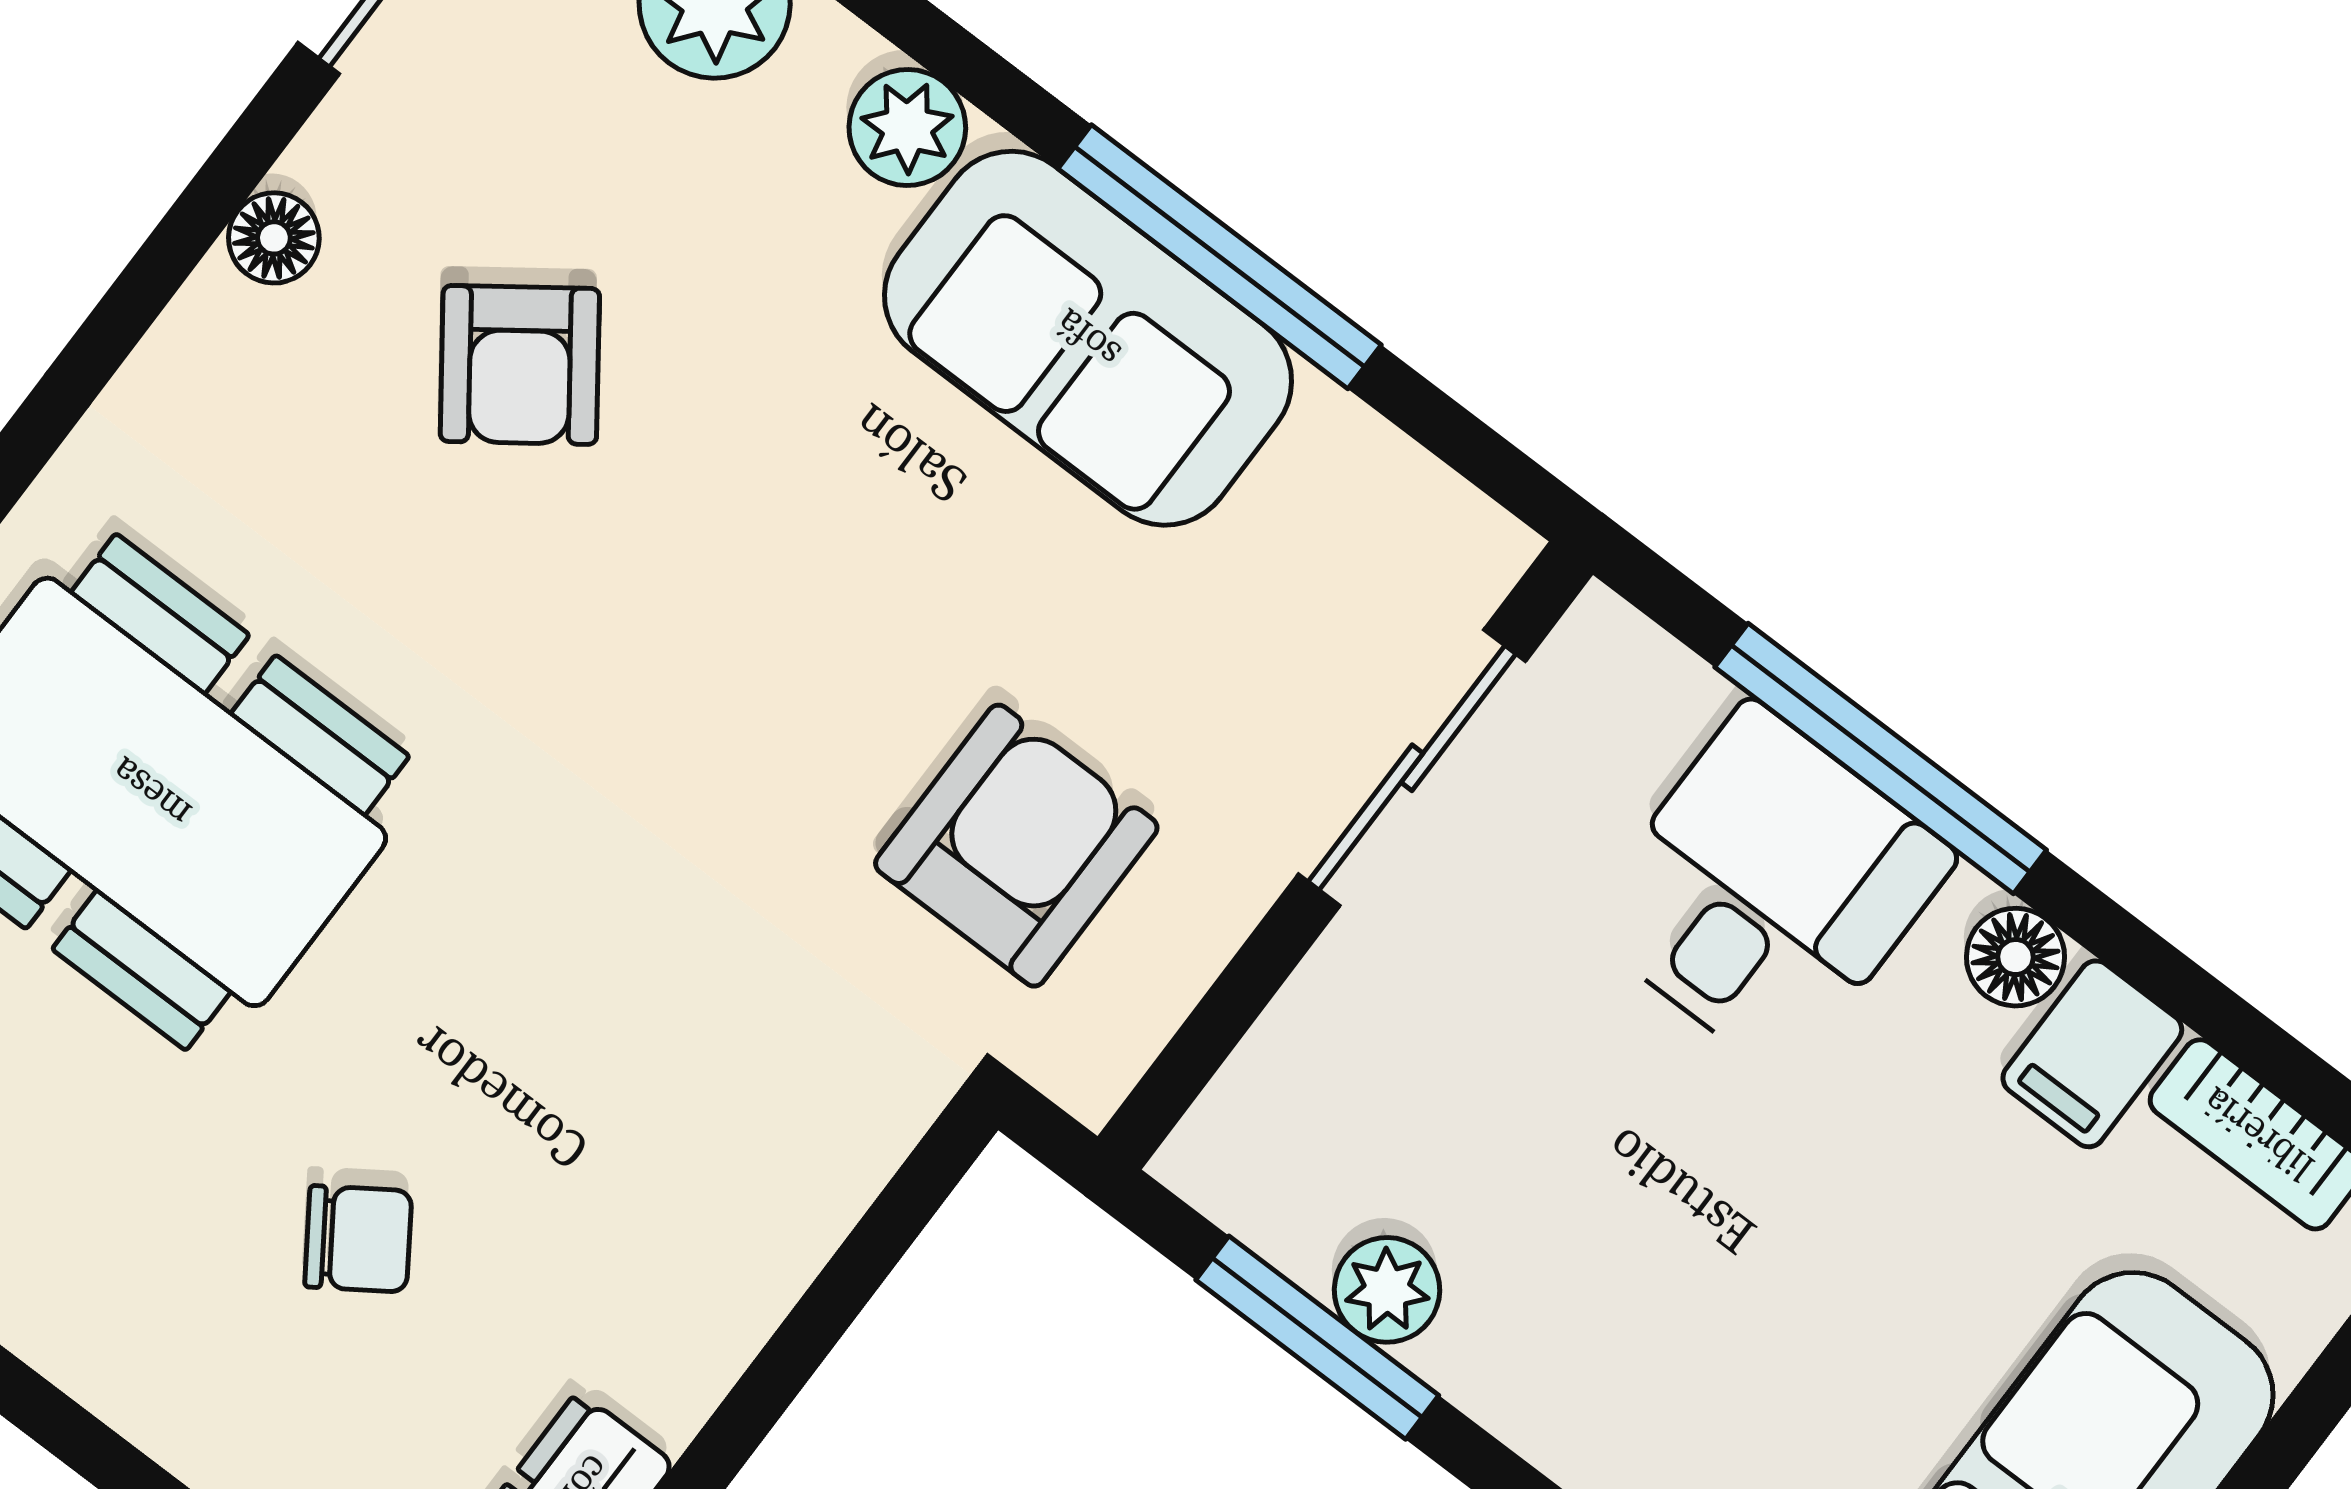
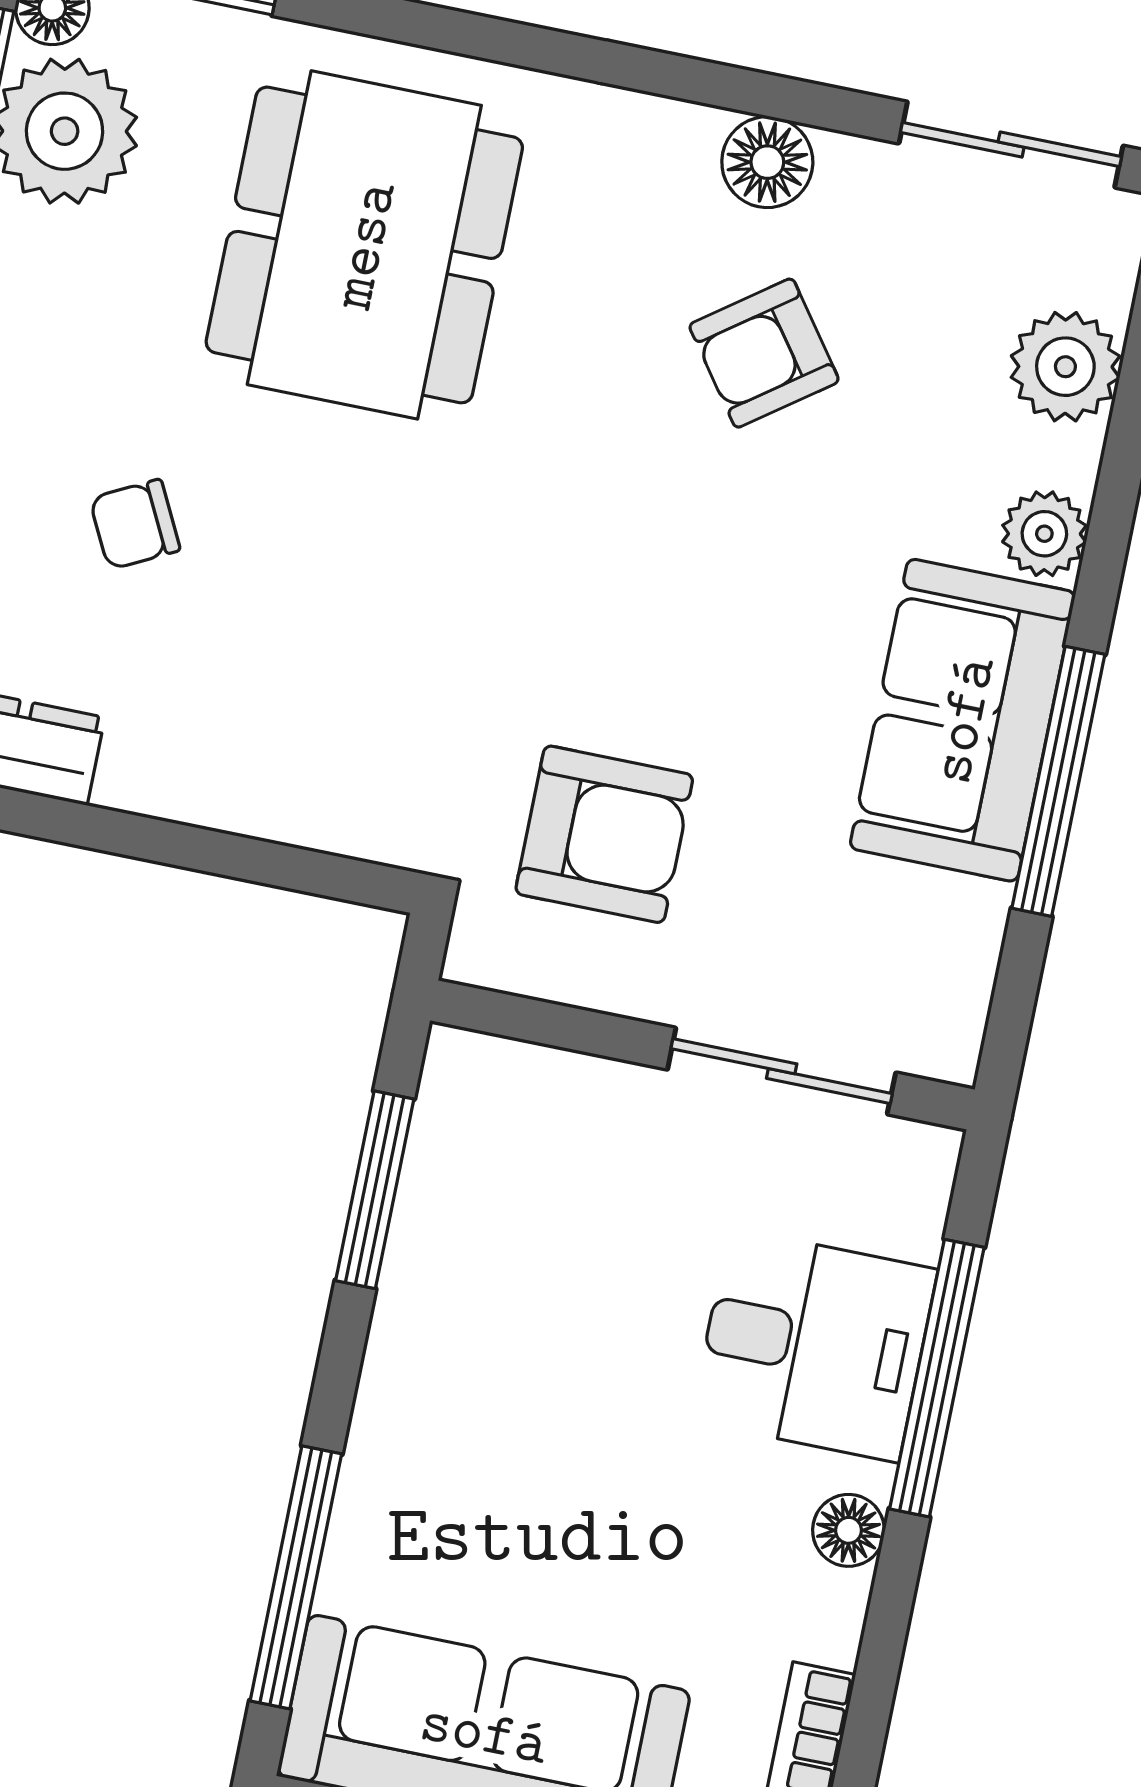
floor lamp: (274, 238) -> (767, 162), width x1.37, depth x1.37
filing cabinet: (2092, 1054) -> (809, 1612), removed
chair: (358, 1239) -> (135, 524), turned 97
plant: (1387, 1290) -> (428, 1221), removed

